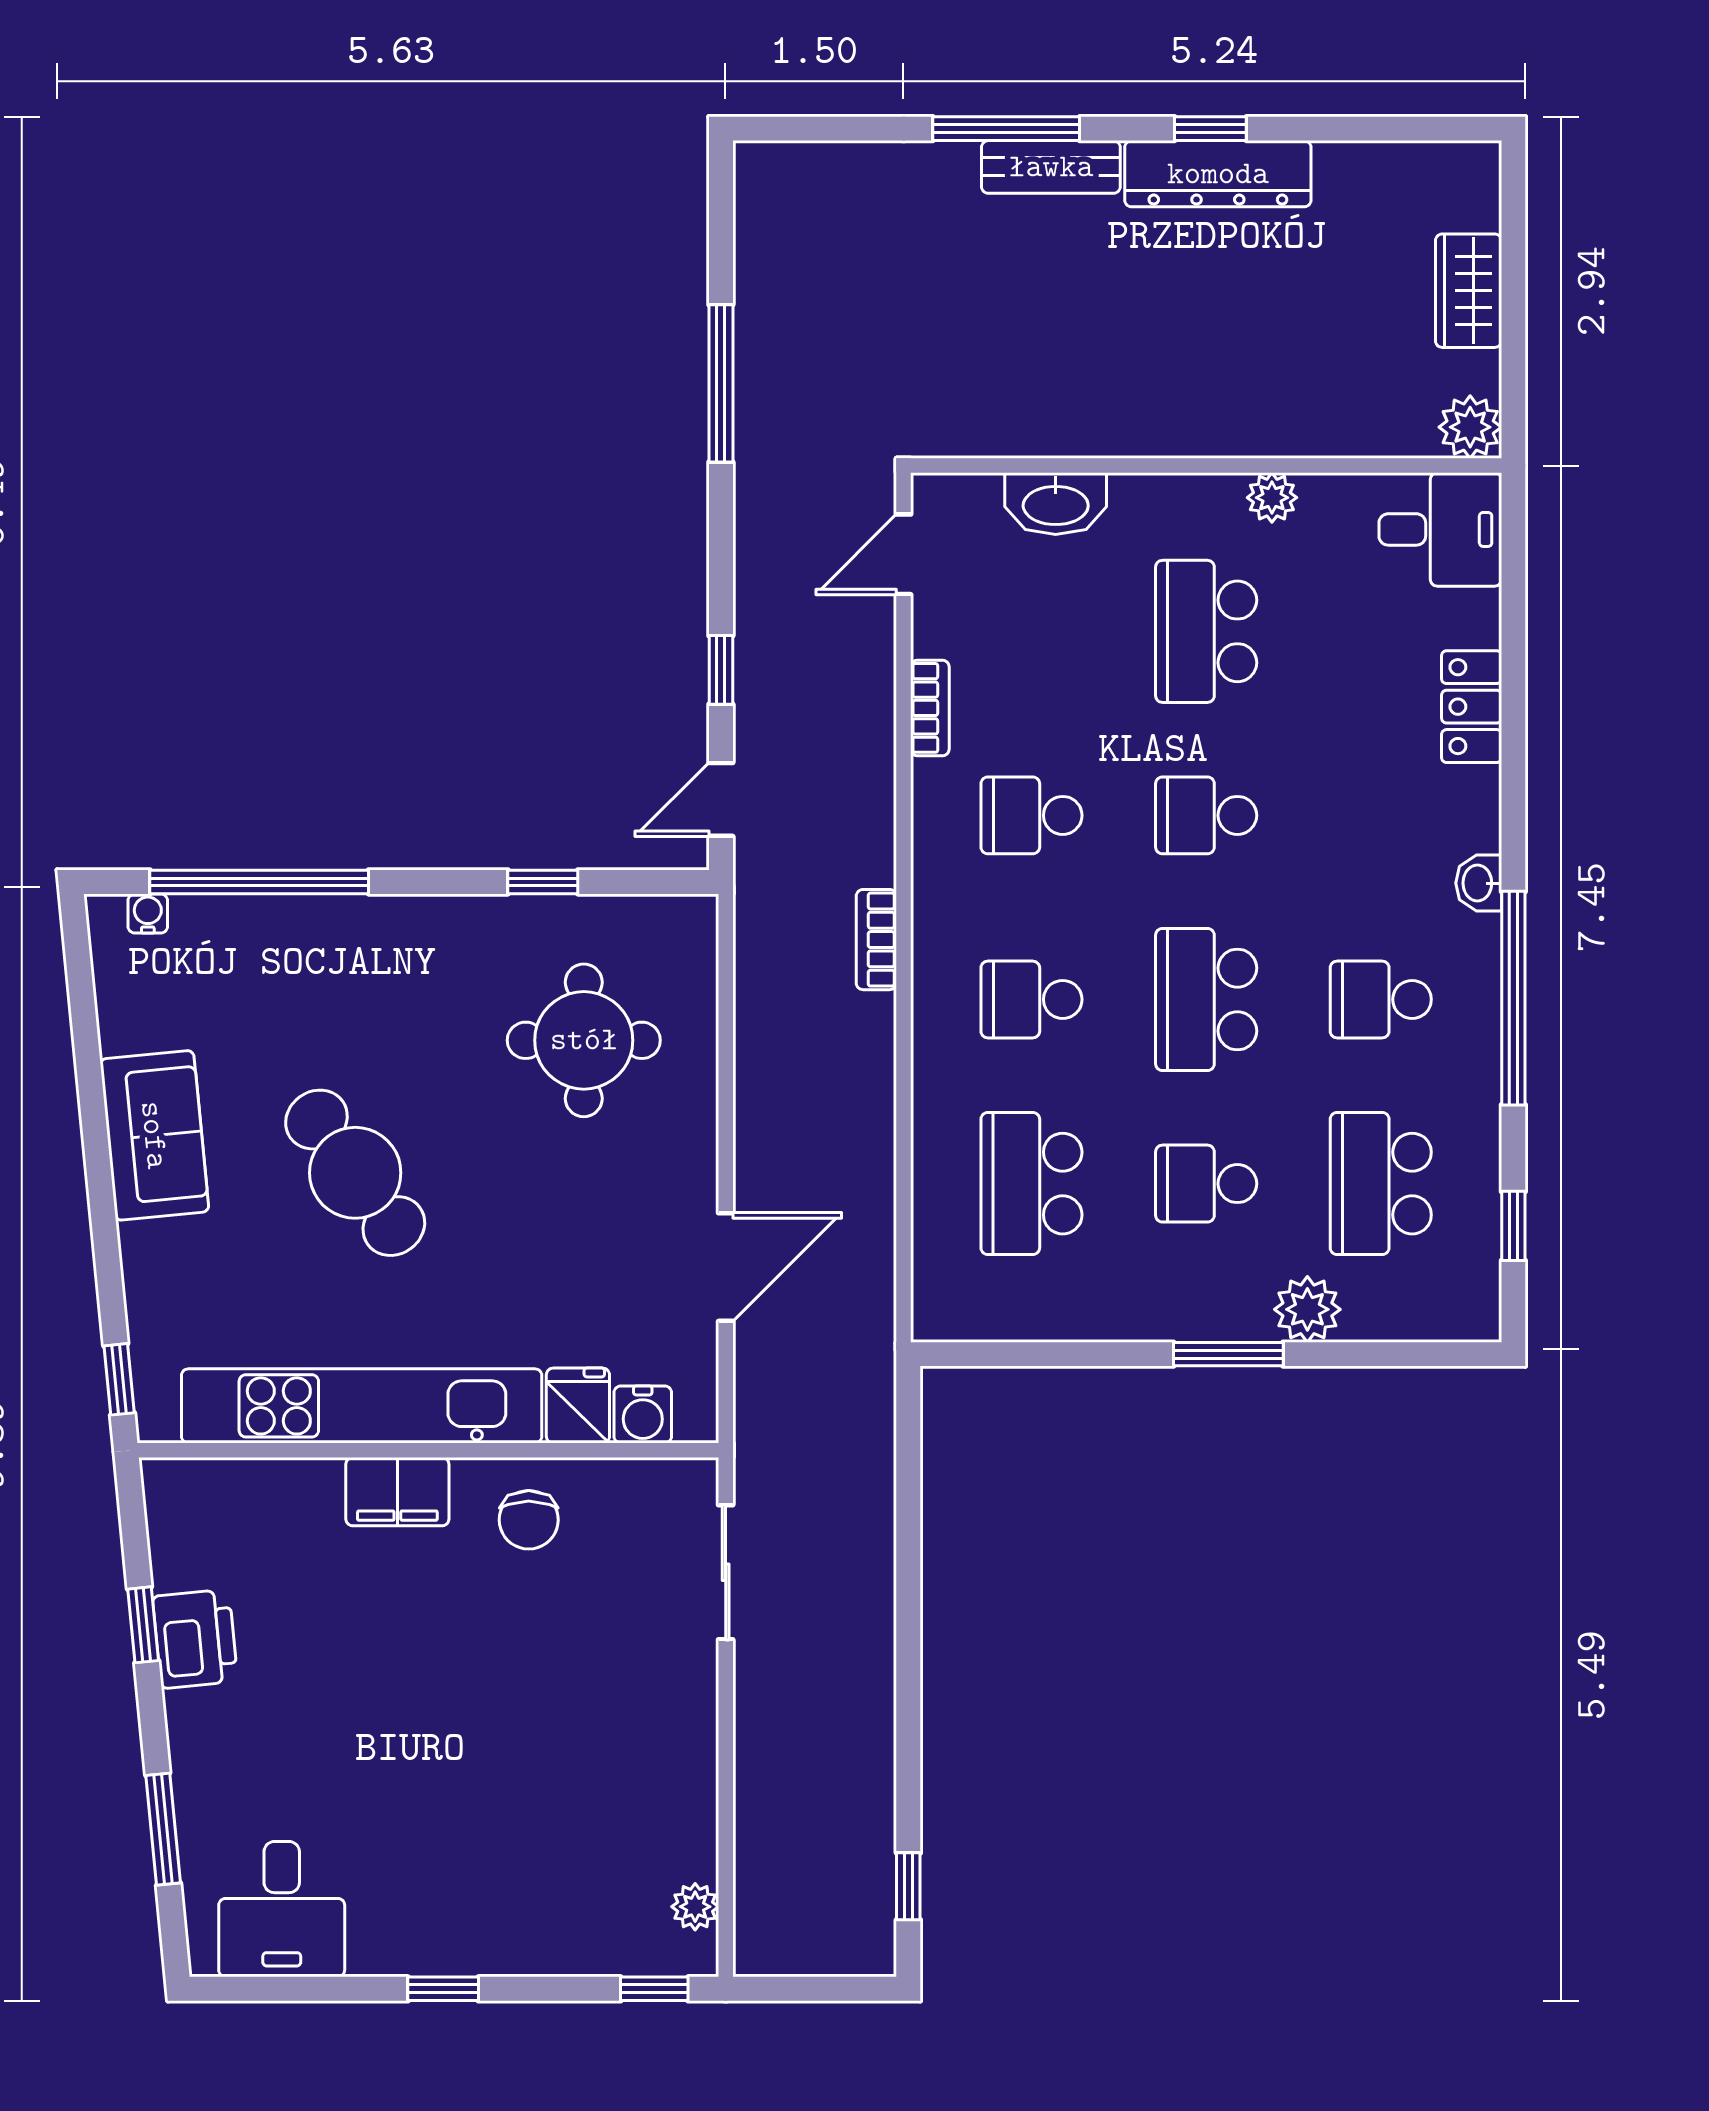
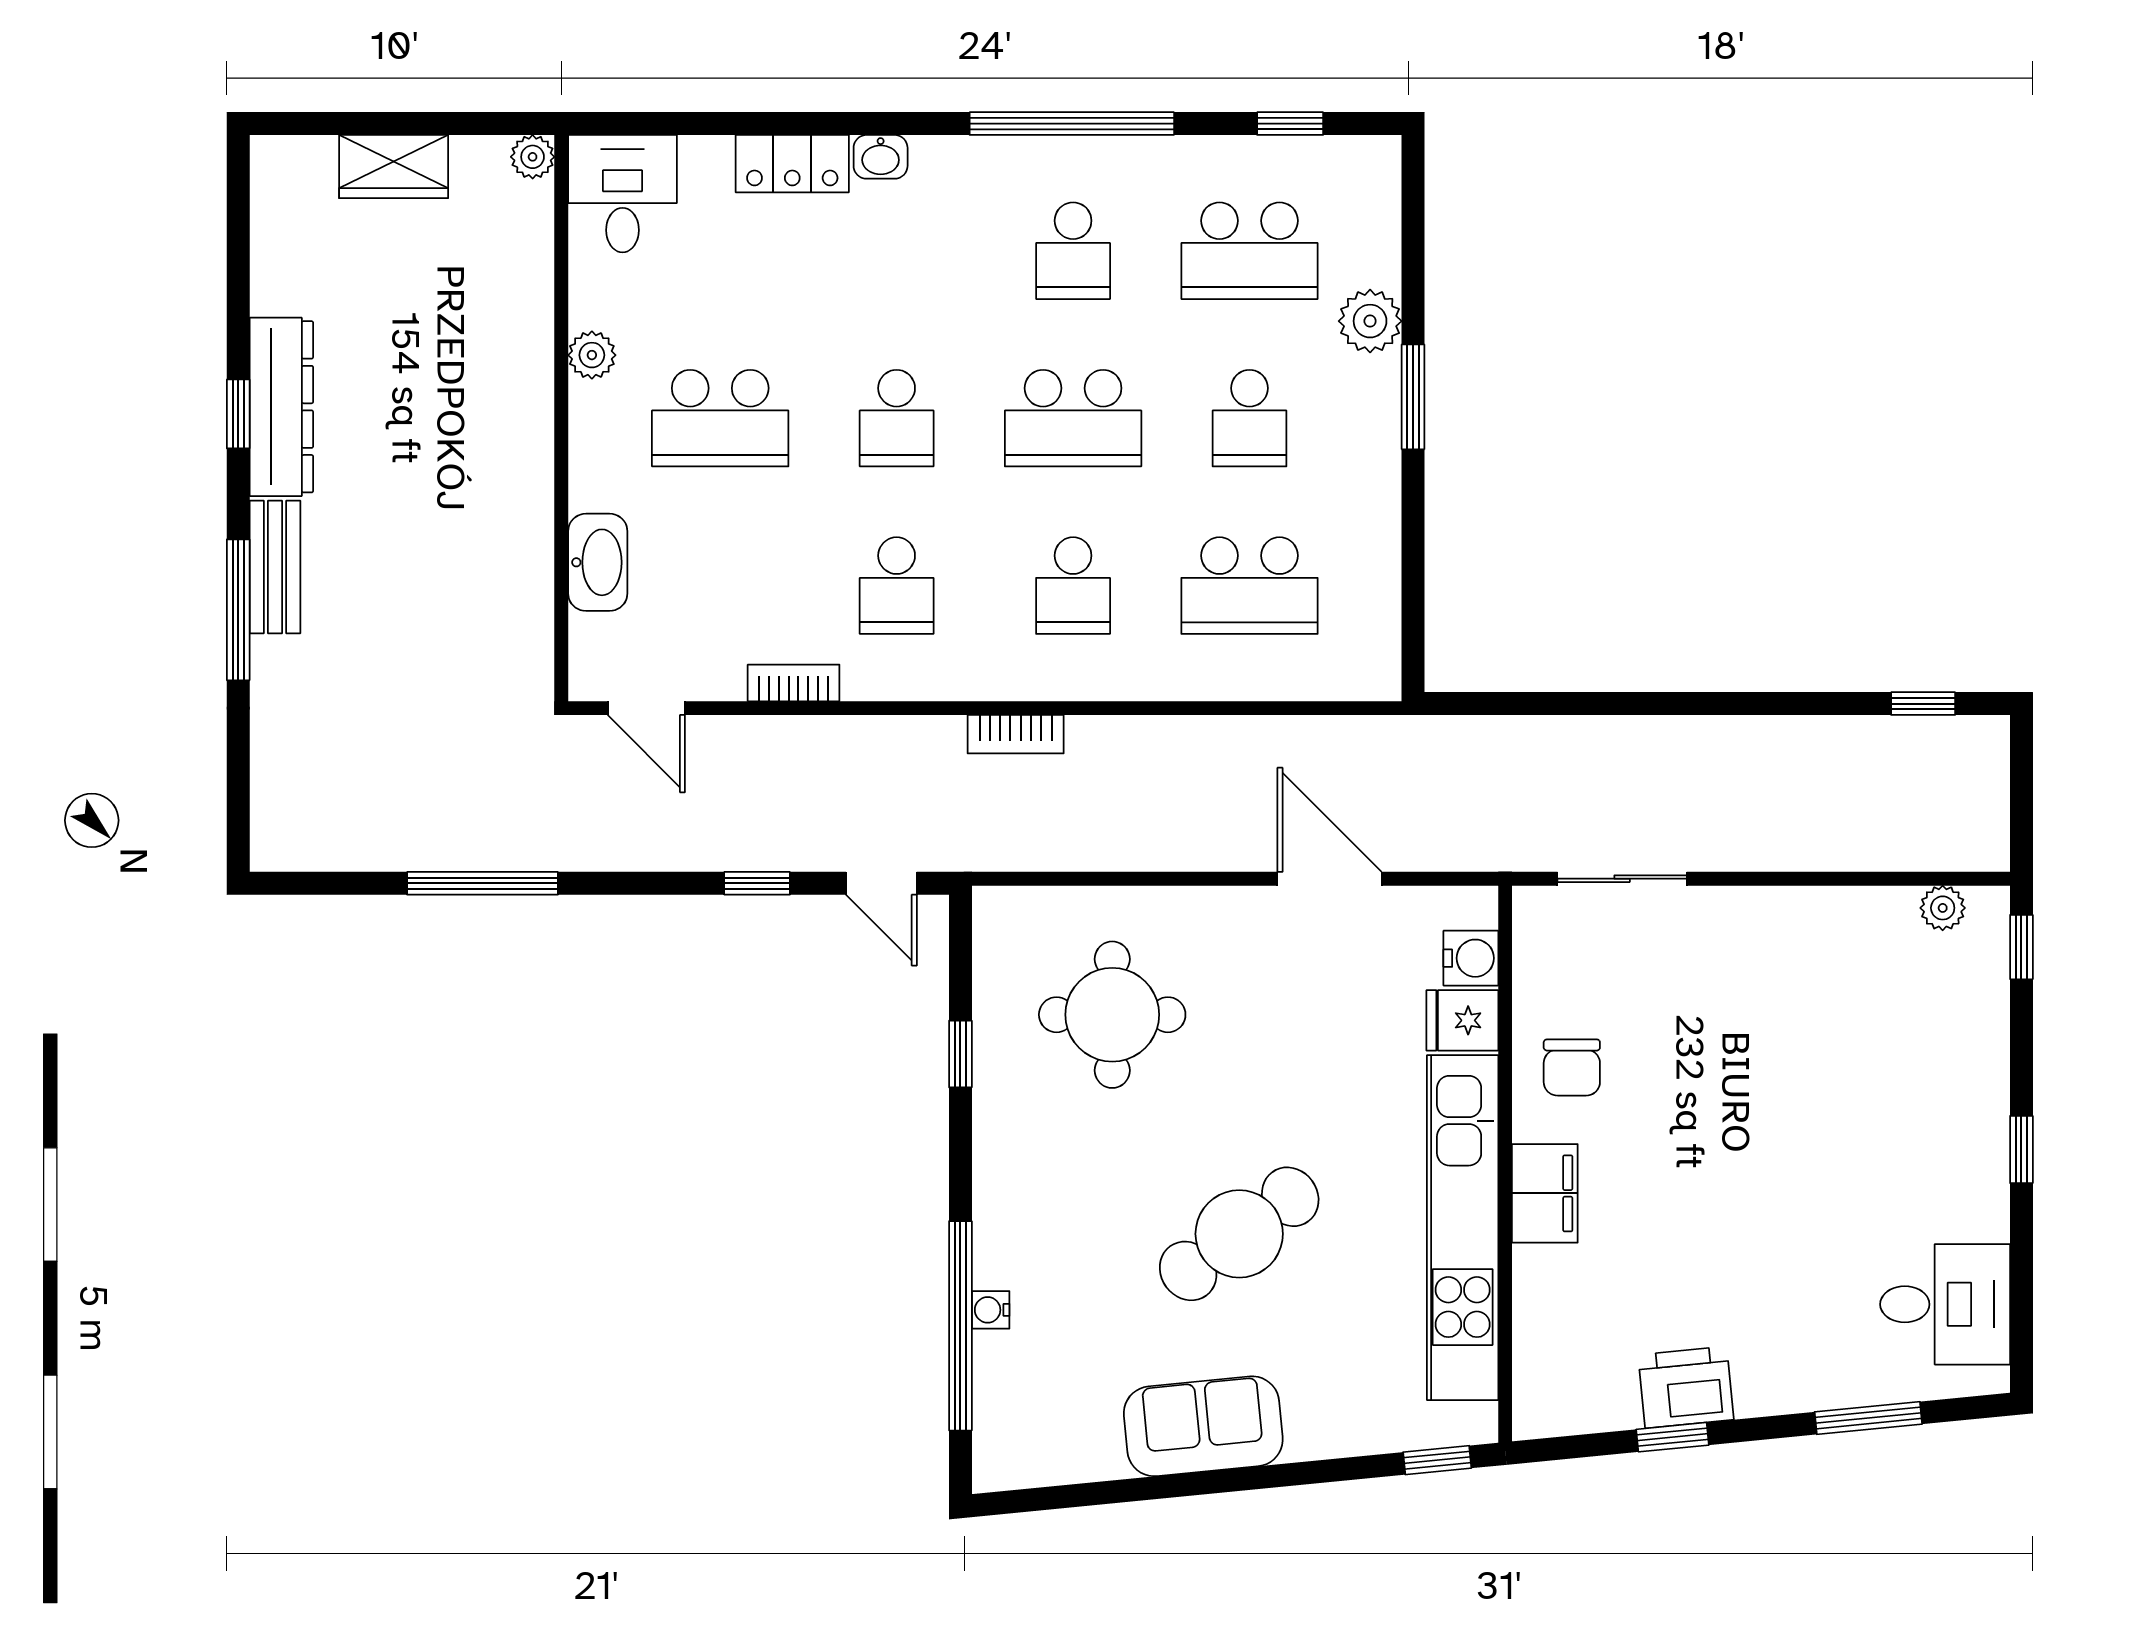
plant: (1470, 427) -> (533, 157), width x0.73, depth x0.73
washbasin: (1479, 883) -> (881, 157), moved
water cooler: (148, 913) -> (991, 1310), moved
chair: (529, 1520) -> (1572, 1067), turned 90

